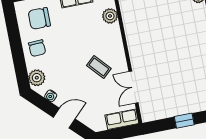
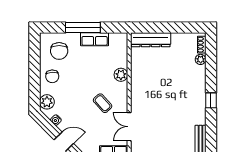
plant: (110, 16) -> (121, 75), moved
chair: (39, 18) -> (59, 51), turned -90

